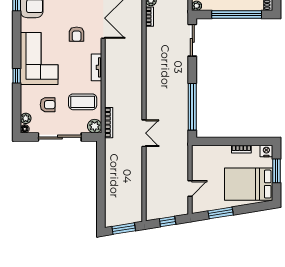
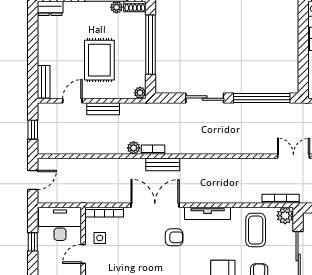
bench: (137, 25) -> (163, 164), added
sliding door: (192, 40) -> (205, 98), moved
tv unit: (96, 67) -> (208, 213), width x1.41

